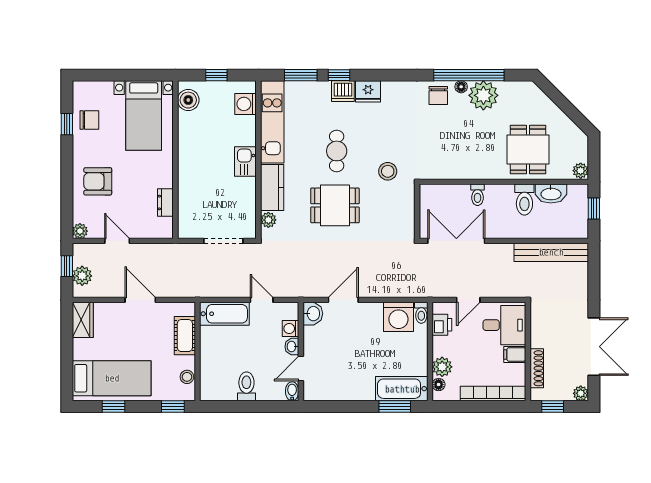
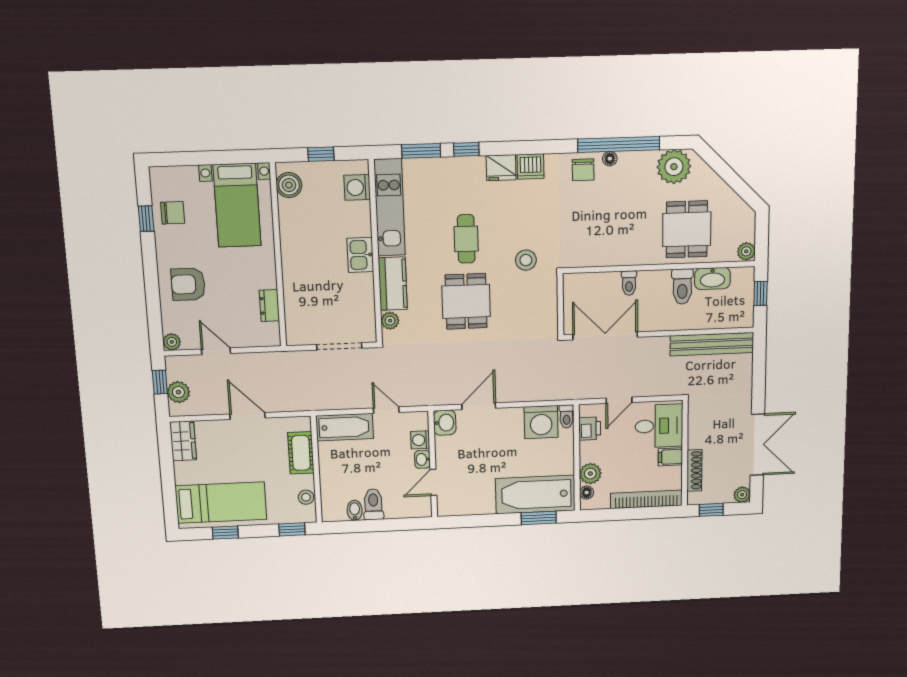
dishwasher: (343, 91) -> (531, 166), moved
plant: (483, 95) -> (674, 167), moved
dining table: (335, 205) -> (466, 301), turned 90
bathtub: (402, 389) -> (535, 494), width x1.36, depth x1.36
bidet: (292, 391) -> (355, 510), moved

